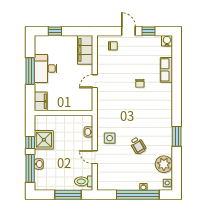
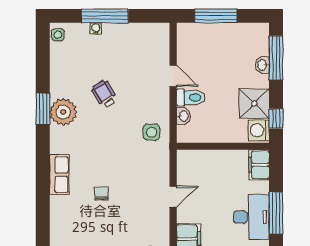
row of seats: (166, 70) -> (59, 175), moved
washing machine: (41, 123) -> (259, 130), added
side table: (110, 138) -> (151, 132), moved
window: (30, 143) -> (276, 119), moved
plant: (164, 164) -> (63, 112), moved
toilet: (84, 181) -> (191, 97), moved
window: (138, 195) -> (105, 16), width x0.68

